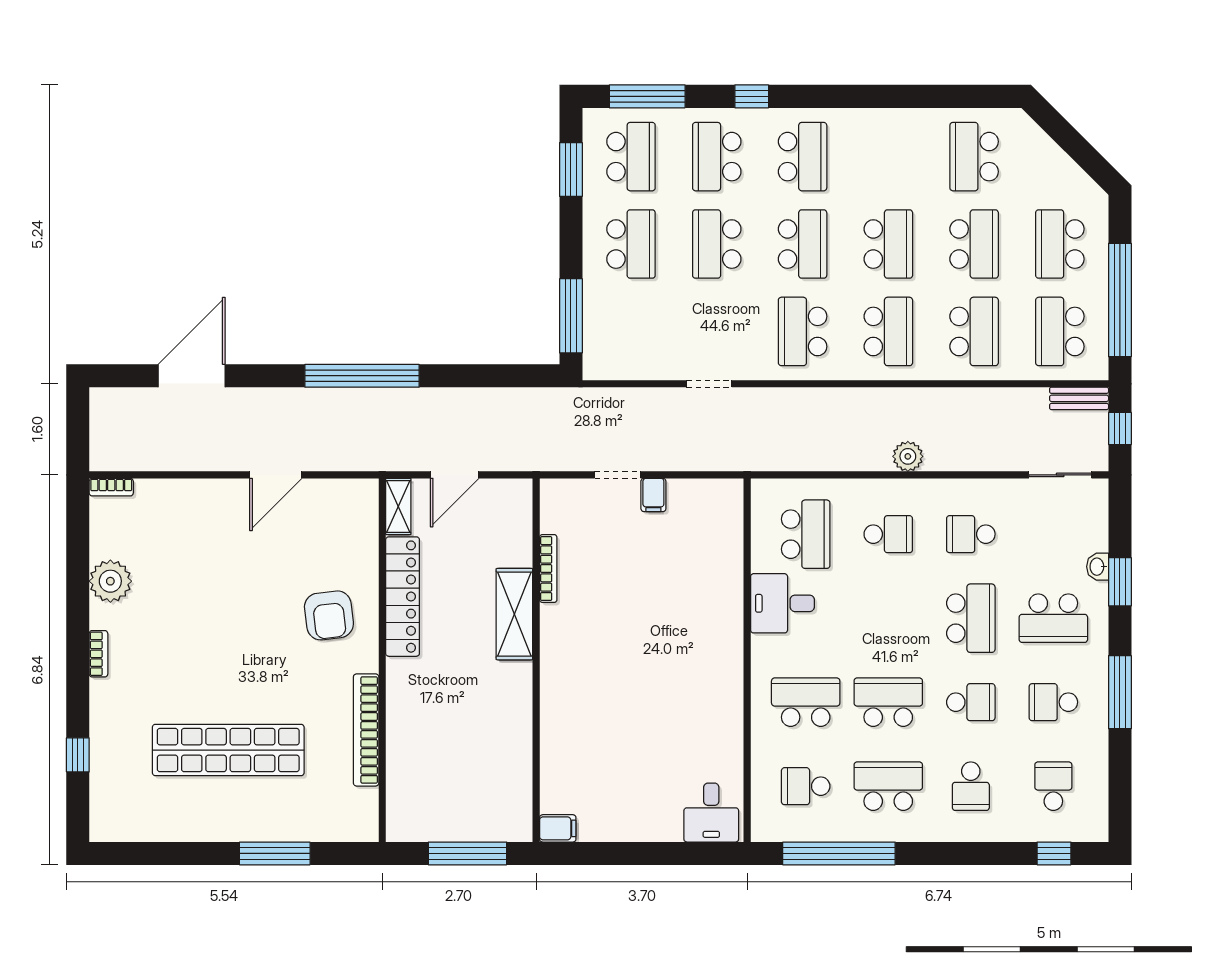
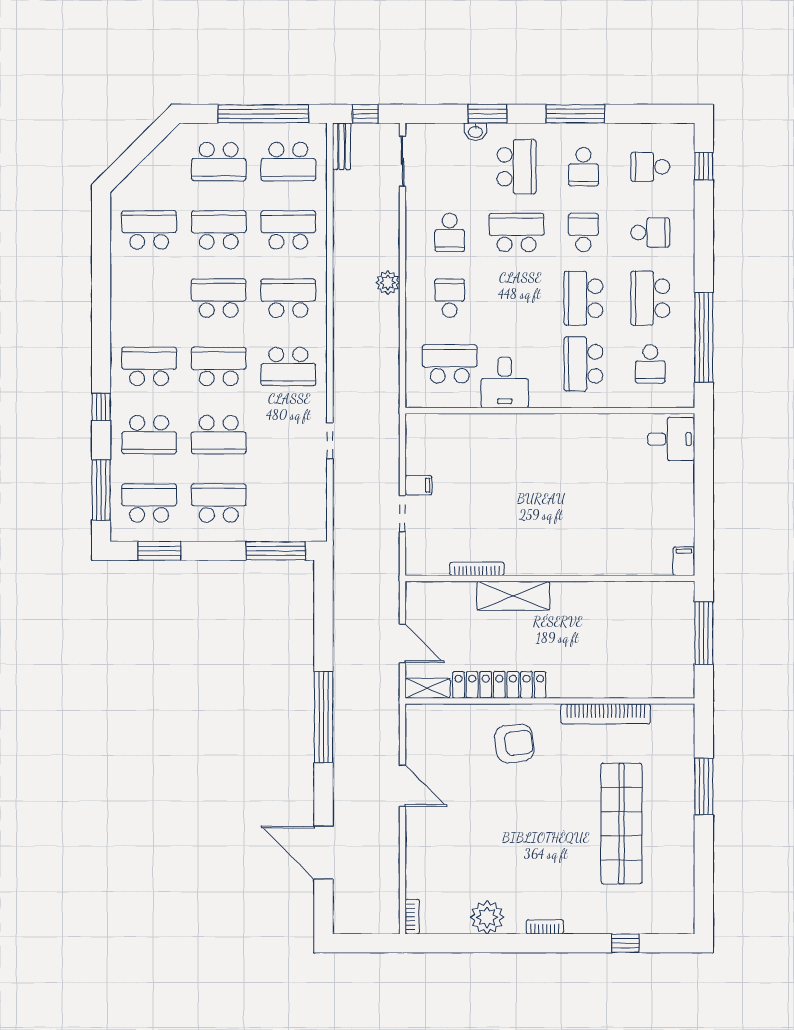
school desk: (974, 157) -> (149, 230), turned 180

